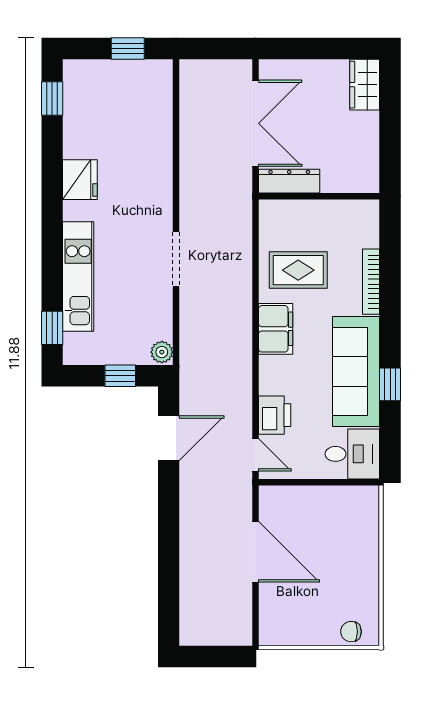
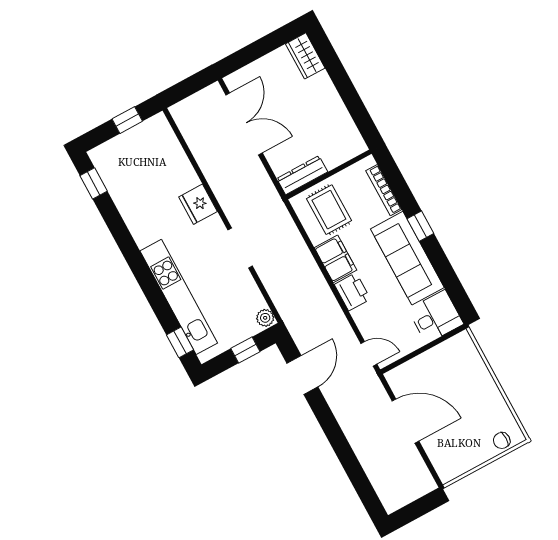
fridge: (80, 180) -> (198, 204), moved, turned 180
dresser: (289, 181) -> (302, 175), moved
wall: (319, 196) -> (329, 174), moved
rug: (298, 270) -> (329, 210), turned 90
kitchen unit: (78, 276) -> (179, 297), width x1.36
window: (390, 384) -> (420, 226), moved
printer: (275, 415) -> (352, 292), moved

